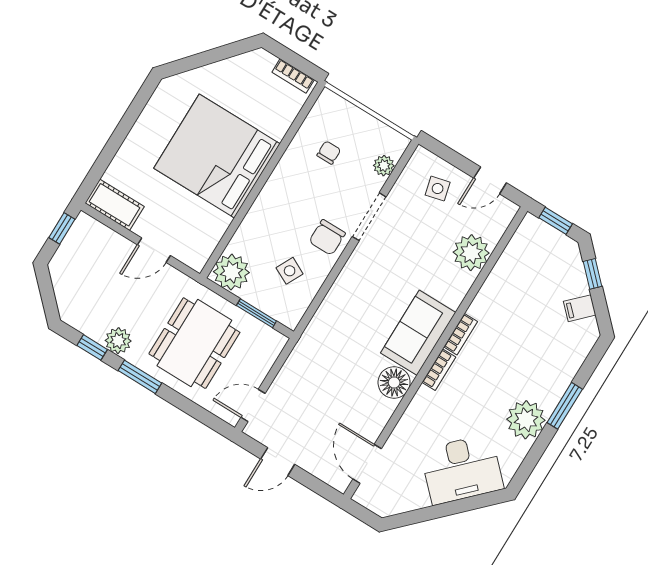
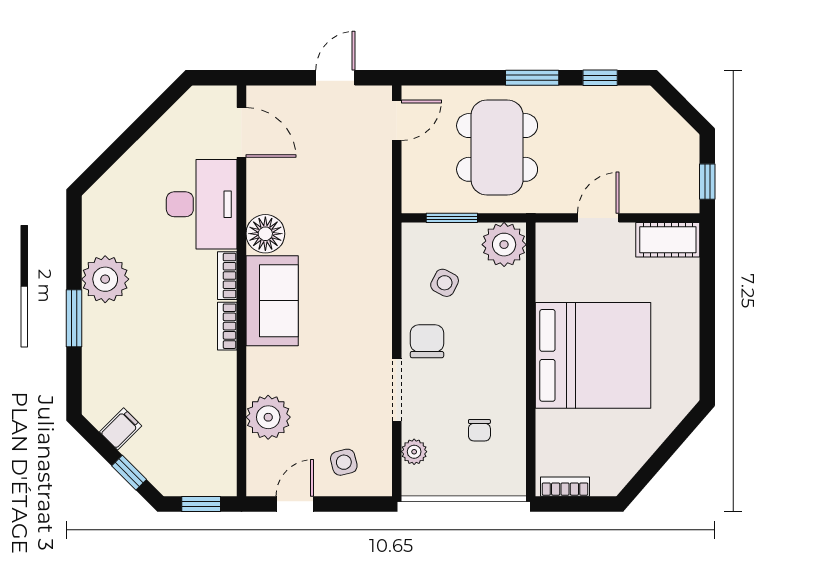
plant: (118, 341) -> (578, 101), removed
desk: (462, 469) -> (202, 204), moved, turned 135

